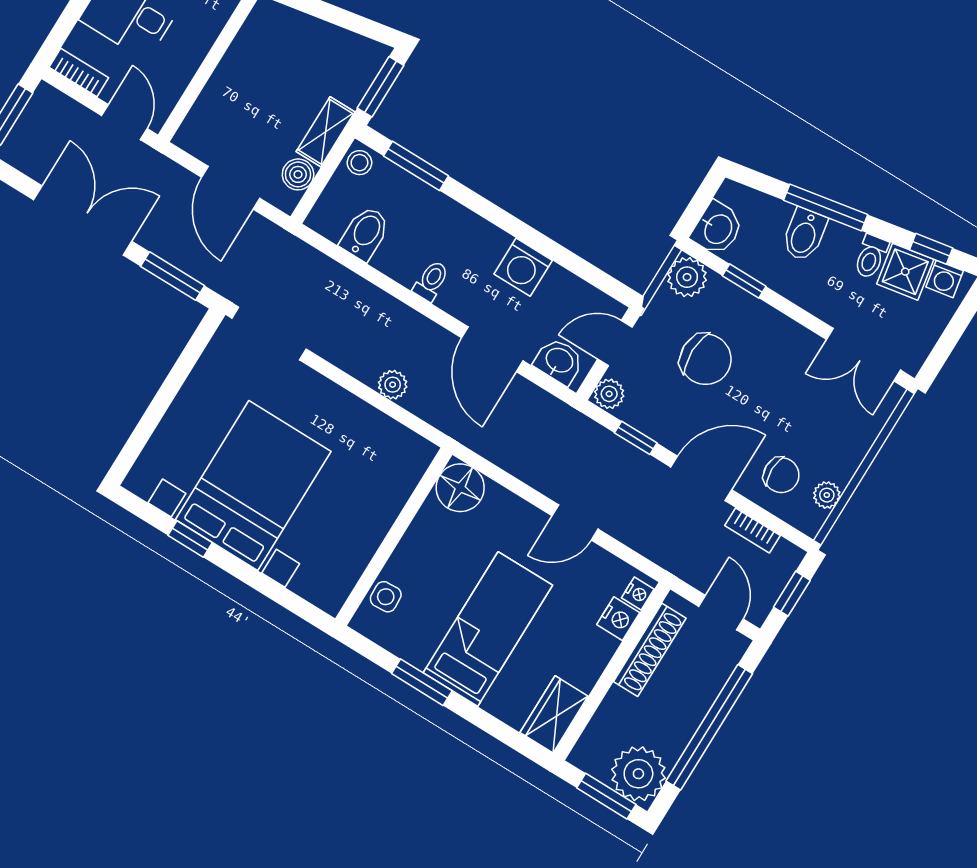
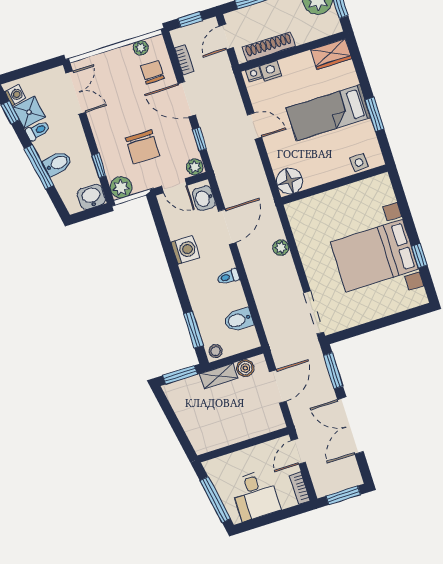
chair: (706, 359) -> (143, 147), turned 180

